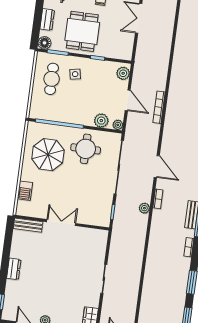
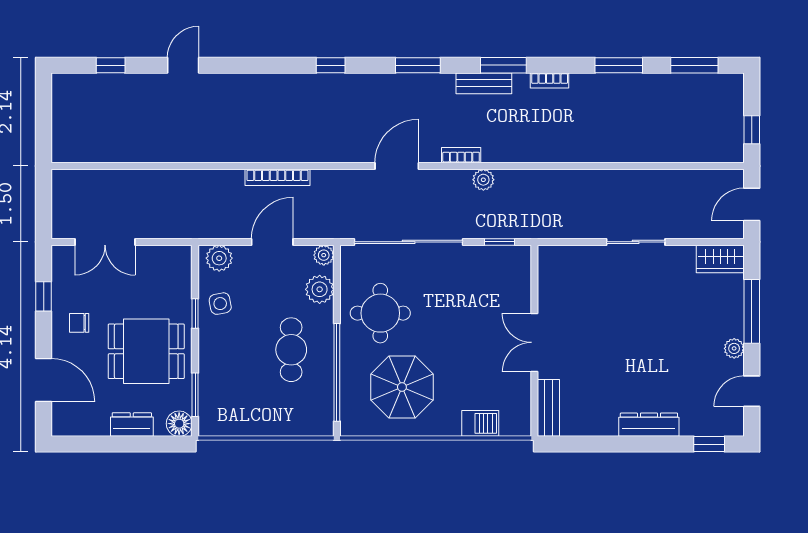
side table: (75, 74) -> (220, 304), moved
cafe table: (52, 79) -> (291, 350), moved, turned 90
dresser: (14, 269) -> (649, 425), width x1.44

